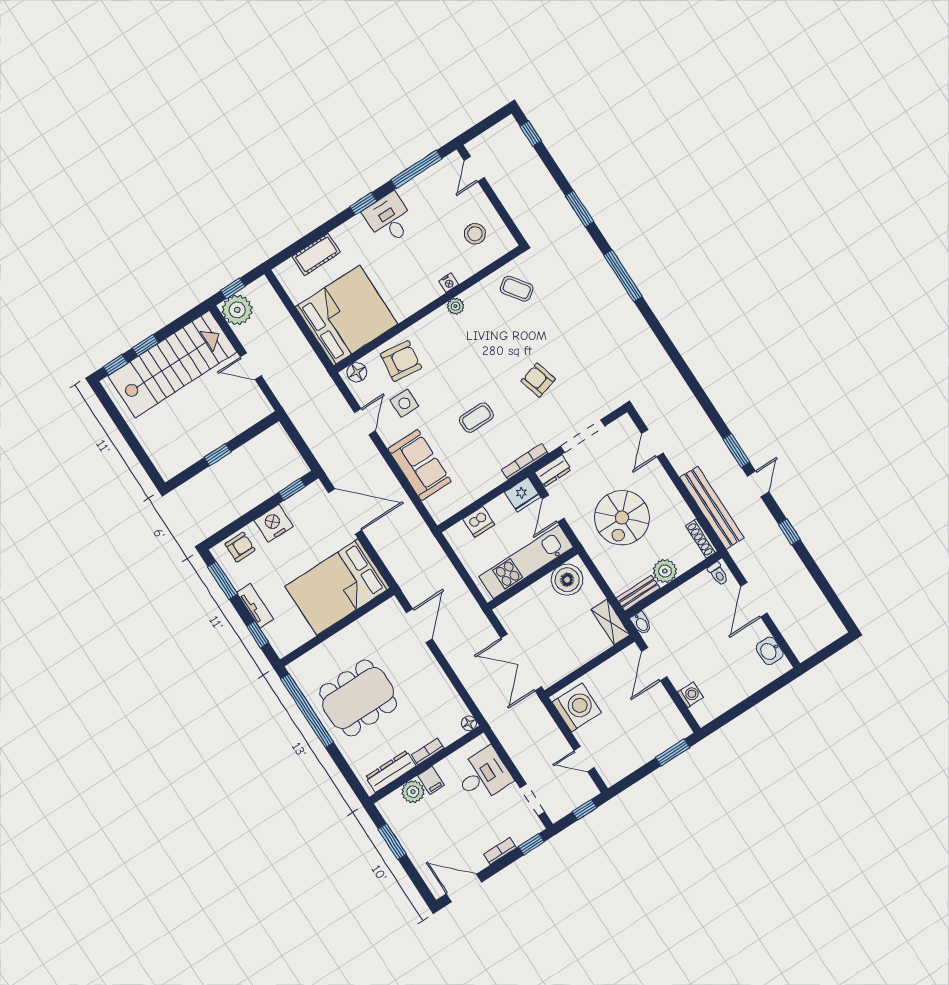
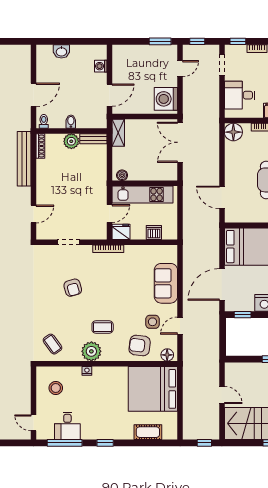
door: (474, 169) -> (34, 423), swing flipped
desk: (389, 219) -> (67, 426), moved
plant: (456, 306) -> (91, 351), width x1.87, depth x1.87
plant: (237, 310) -> (210, 430), removed
coffee table: (476, 418) -> (103, 327), moved
doorway: (583, 436) -> (69, 242), width x0.73
dresser: (553, 471) -> (96, 234), removed
door: (345, 511) -> (222, 284), hinge flipped
spiral stairs: (622, 518) -> (76, 185), removed
boiler: (567, 580) -> (122, 175), width x0.54, depth x0.54
bidet: (641, 623) -> (71, 122), moved
door: (419, 626) -> (222, 197), hinge flipped
washbasin: (770, 651) -> (61, 51), moved, turned 90
double door: (521, 662) -> (180, 142), swing flipped
floor lamp: (469, 723) -> (233, 132), width x1.89, depth x1.89
window: (673, 752) -> (160, 41), moved
door: (584, 759) -> (180, 69), hinge flipped

